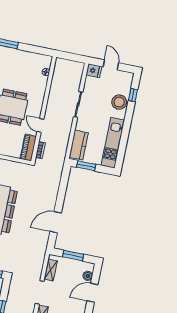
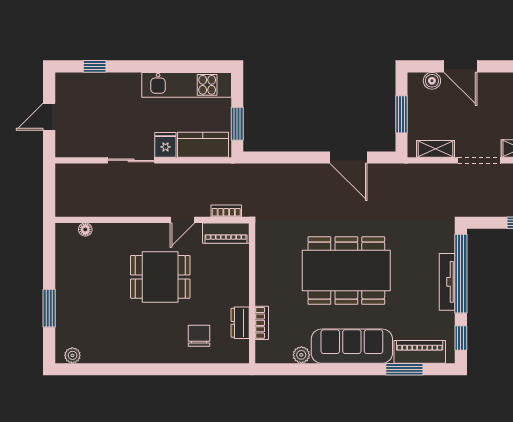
fridge: (94, 71) -> (165, 145), moved
stool: (119, 102) -> (112, 88), removed

